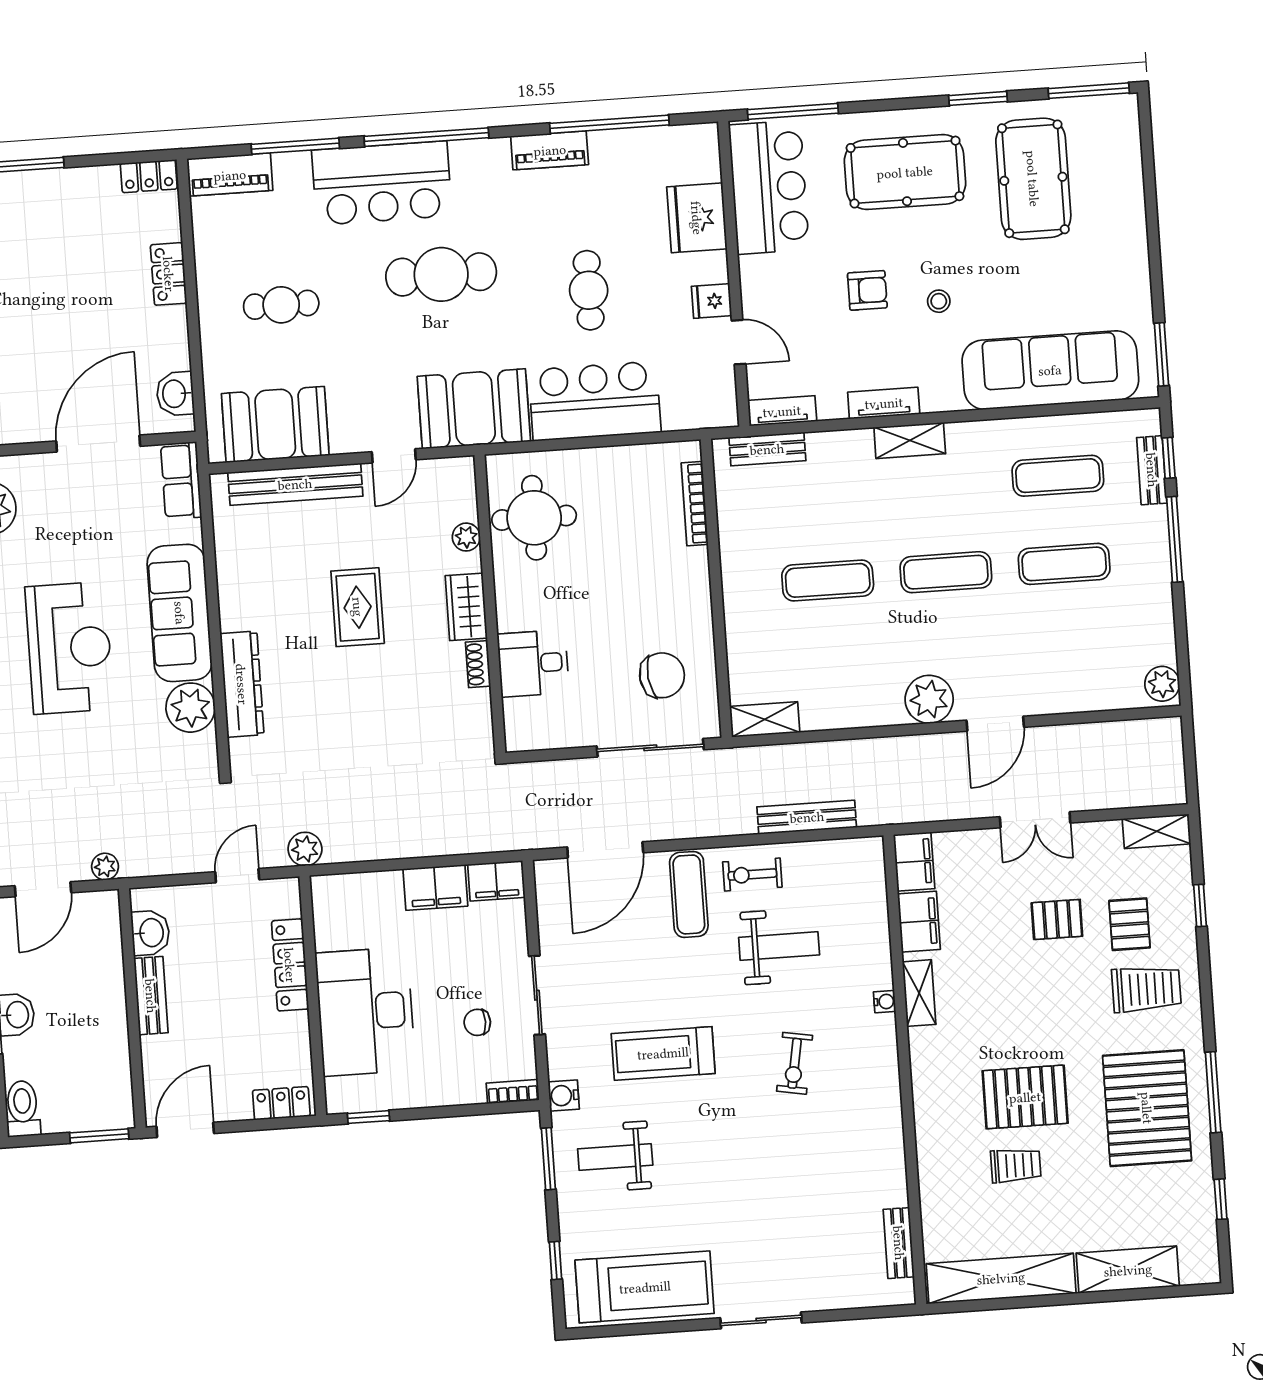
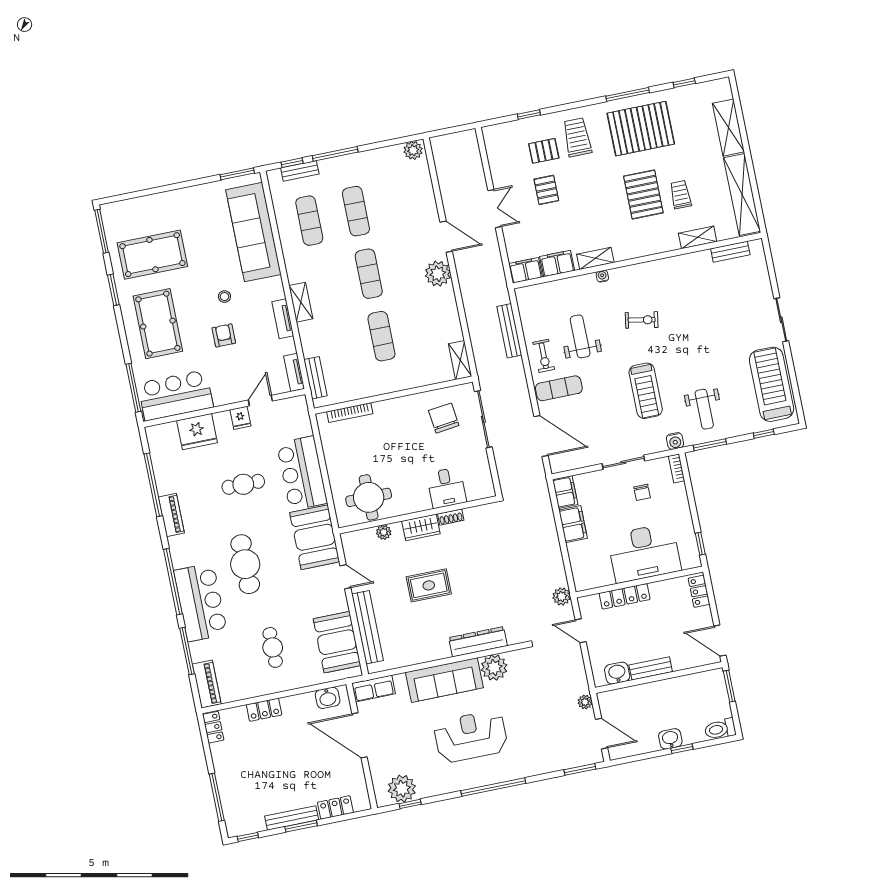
shelving: (1156, 831) -> (698, 237), moved, turned 90

